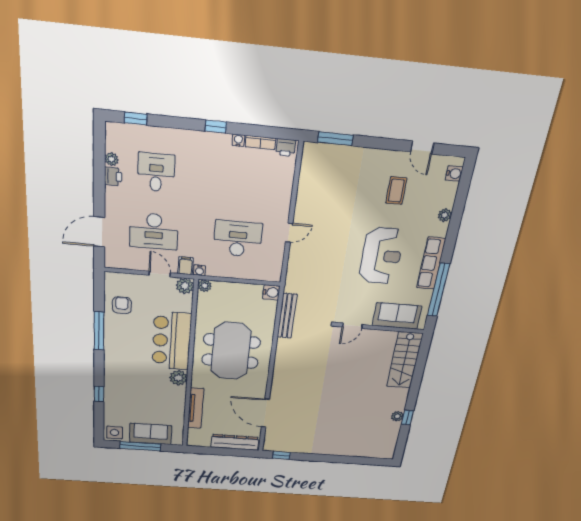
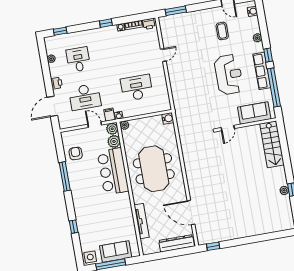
printer: (113, 176) -> (57, 83), moved
door: (289, 233) -> (163, 55), moved
window: (450, 244) -> (268, 55), added
bench: (287, 316) -> (183, 132), removed
plant: (178, 378) -> (114, 141), moved

